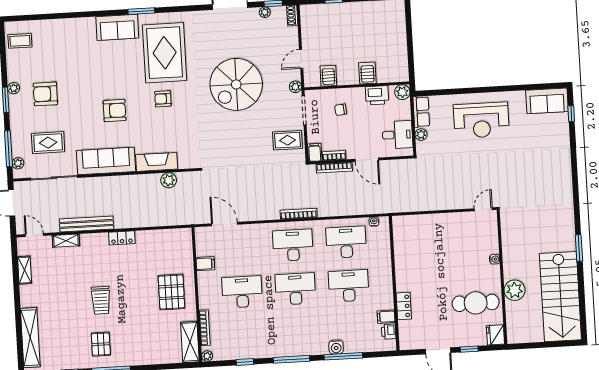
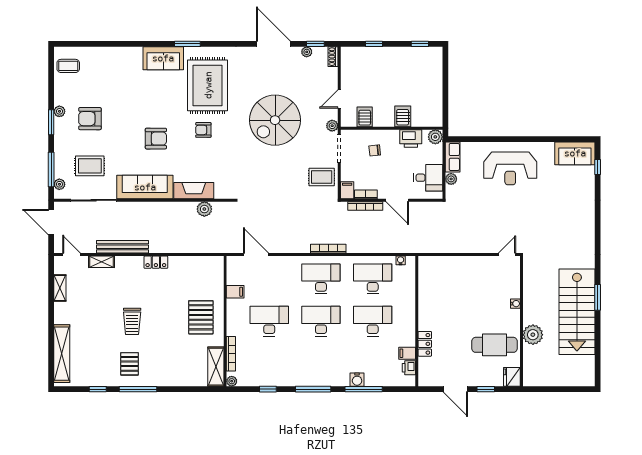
stairs: (560, 297) -> (577, 312), moved

